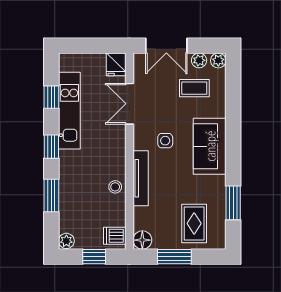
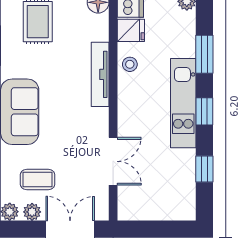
fridge: (116, 64) -> (131, 30), moved, turned 90
kitchen unit: (69, 111) -> (183, 103), moved
side table: (165, 141) -> (72, 118), removed

